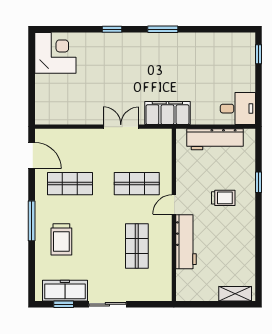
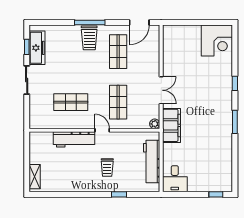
plant: (165, 135) -> (155, 124), added
trolley: (61, 239) -> (89, 38), moved, turned -90

